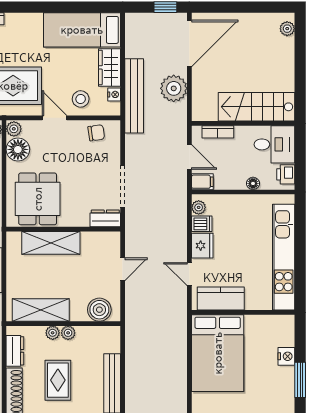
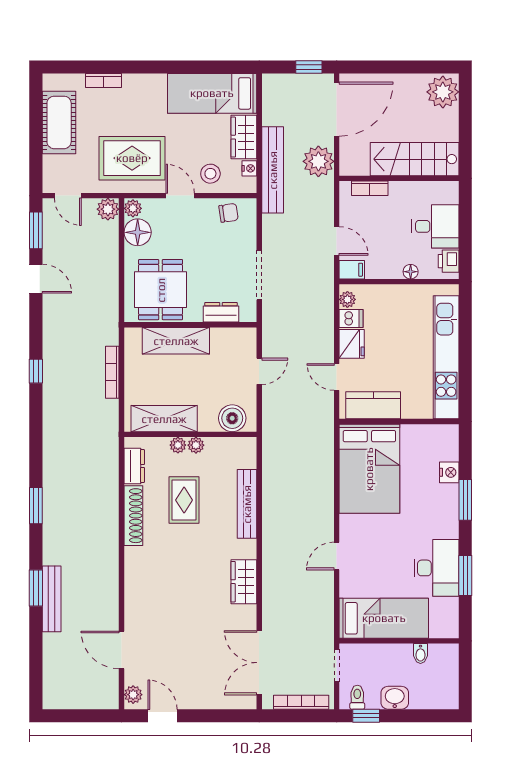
plant: (287, 29) -> (443, 92), width x1.88, depth x1.88
stairs: (256, 107) -> (415, 159), moved
wall: (243, 123) -> (399, 178), moved
bookcase: (218, 132) -> (370, 188), moved
dresser: (105, 218) -> (221, 312), moved

